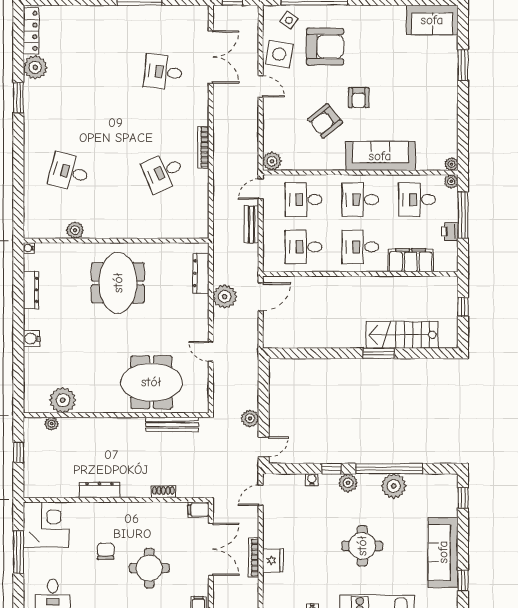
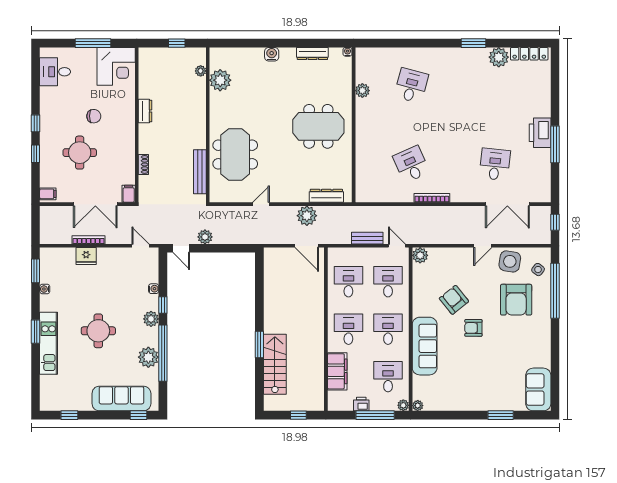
printer: (126, 18) -> (540, 133), added
dresser: (99, 490) -> (145, 111), width x0.70
sofa: (443, 552) -> (121, 399), moved

